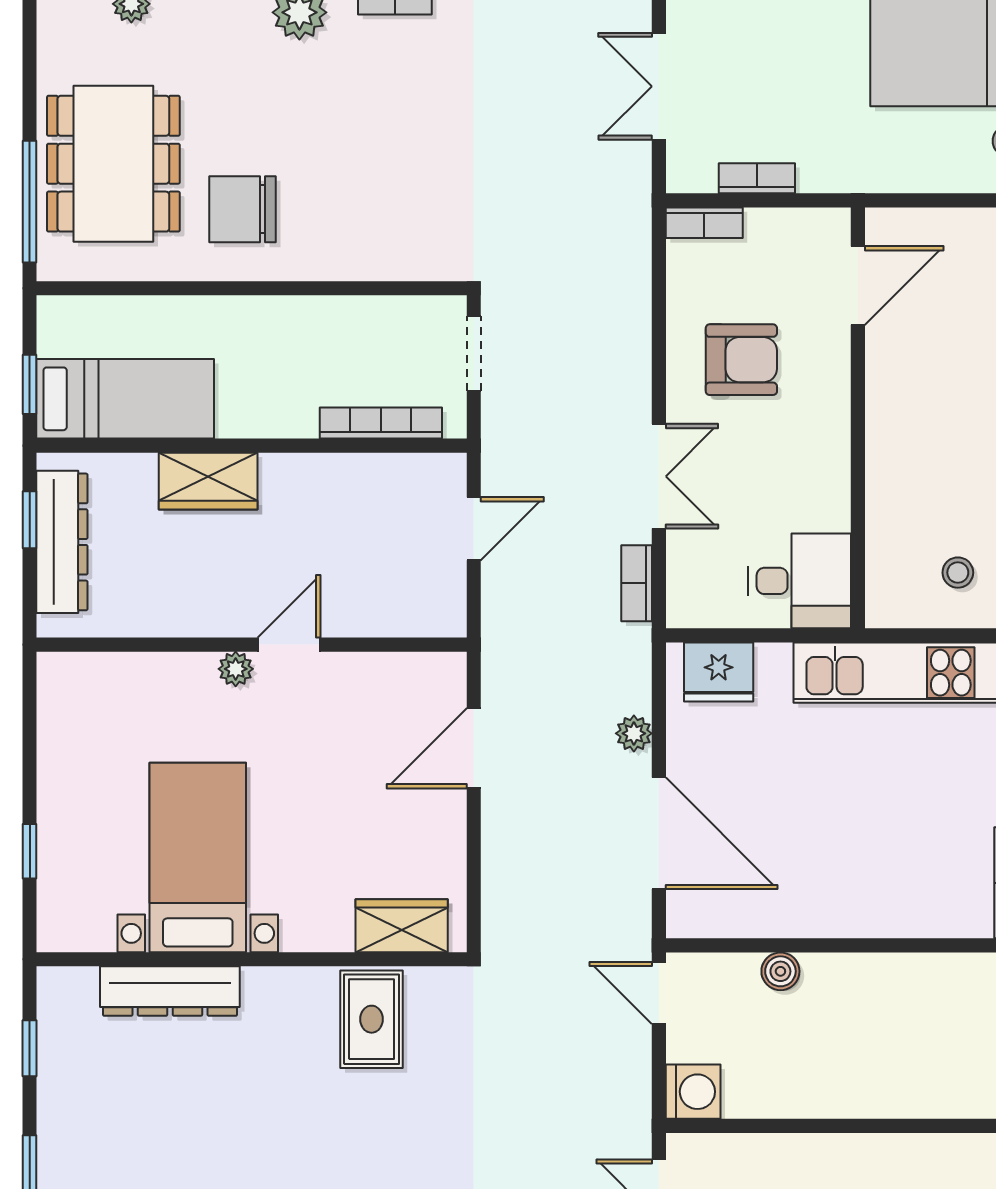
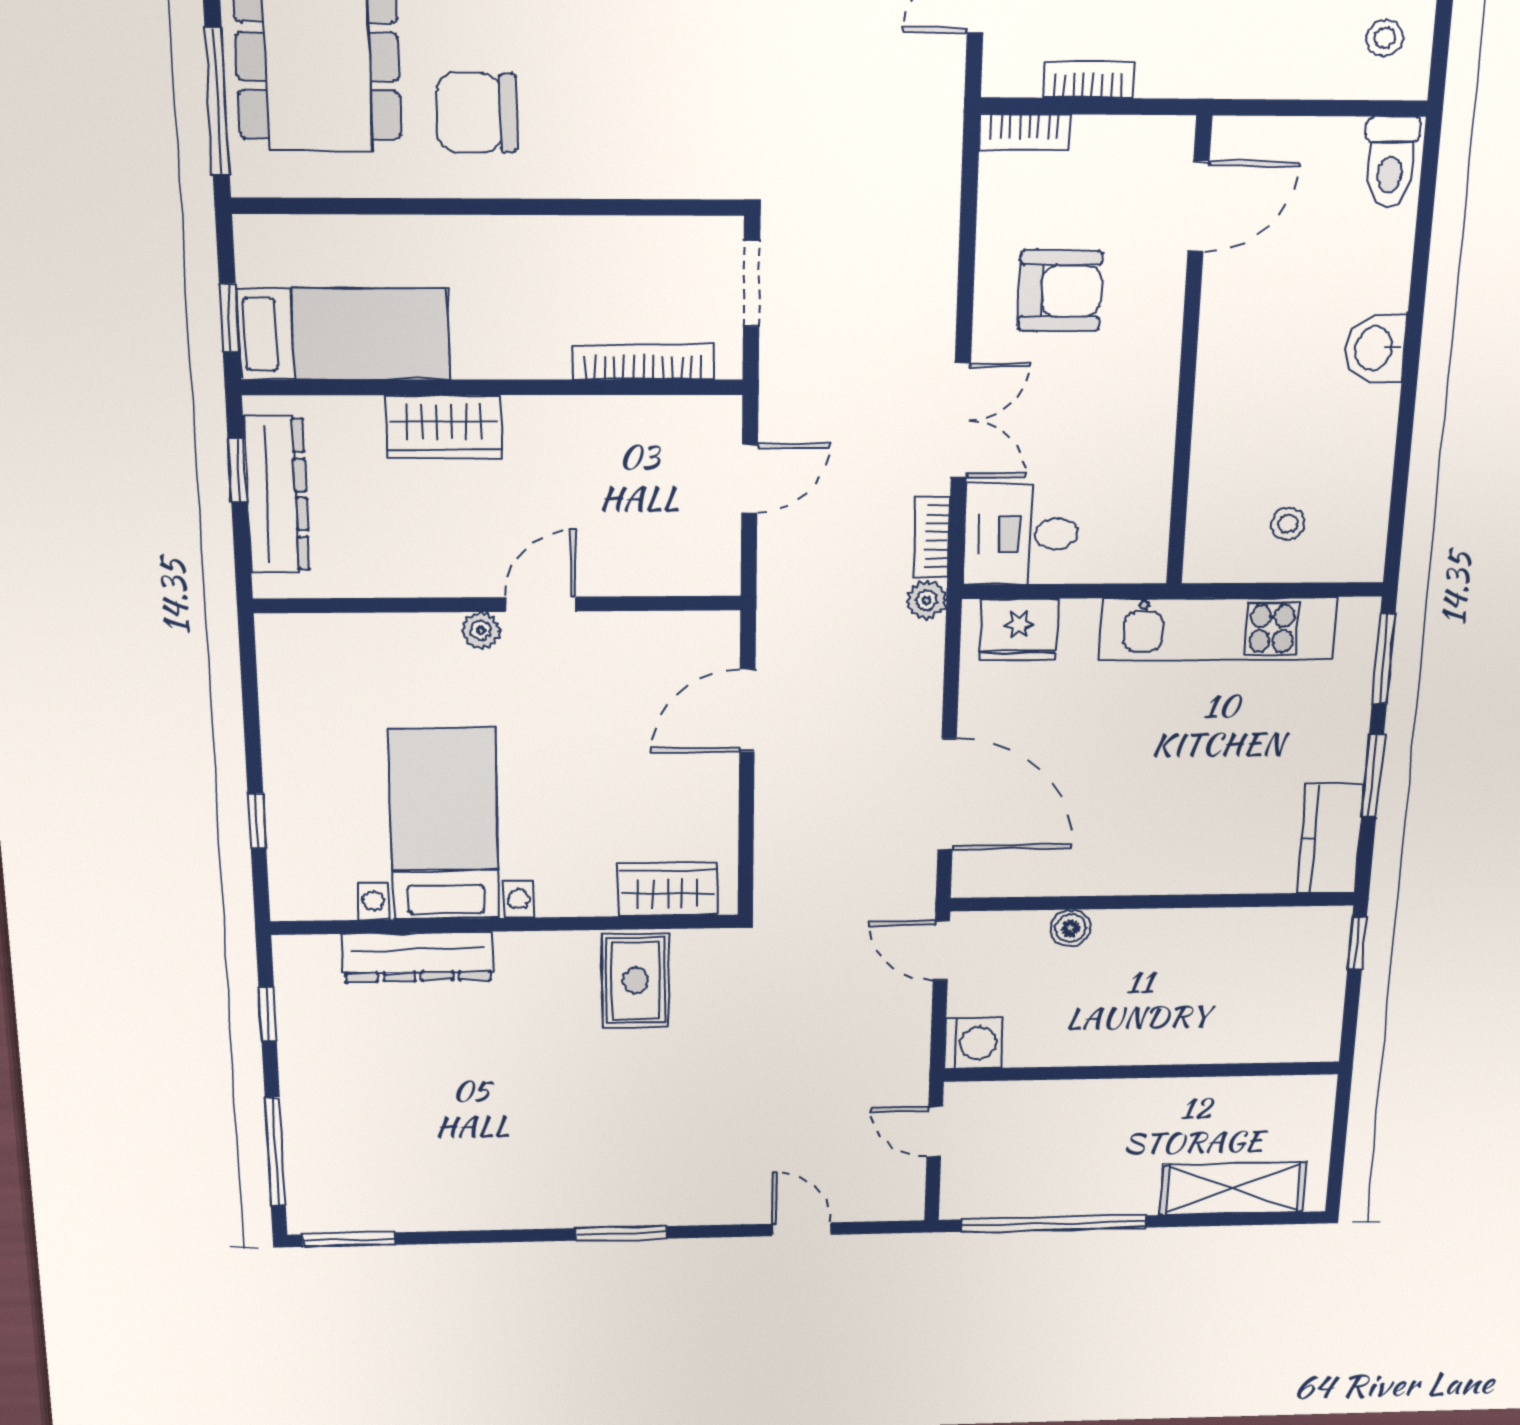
desk: (800, 581) -> (1021, 534), moved, turned 180
plant: (634, 733) -> (926, 600), moved

